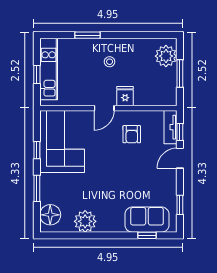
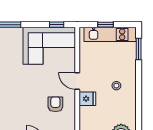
window: (88, 35) -> (139, 49), moved
armchair: (132, 134) -> (55, 104), turned 90
window: (37, 150) -> (57, 25), moved

